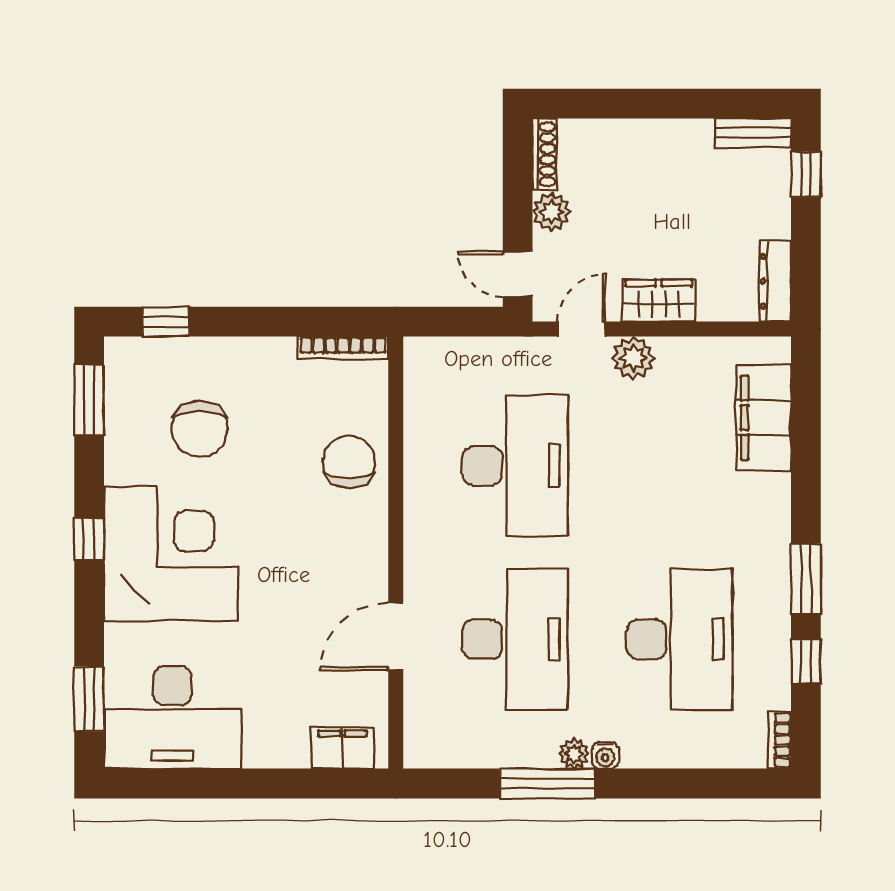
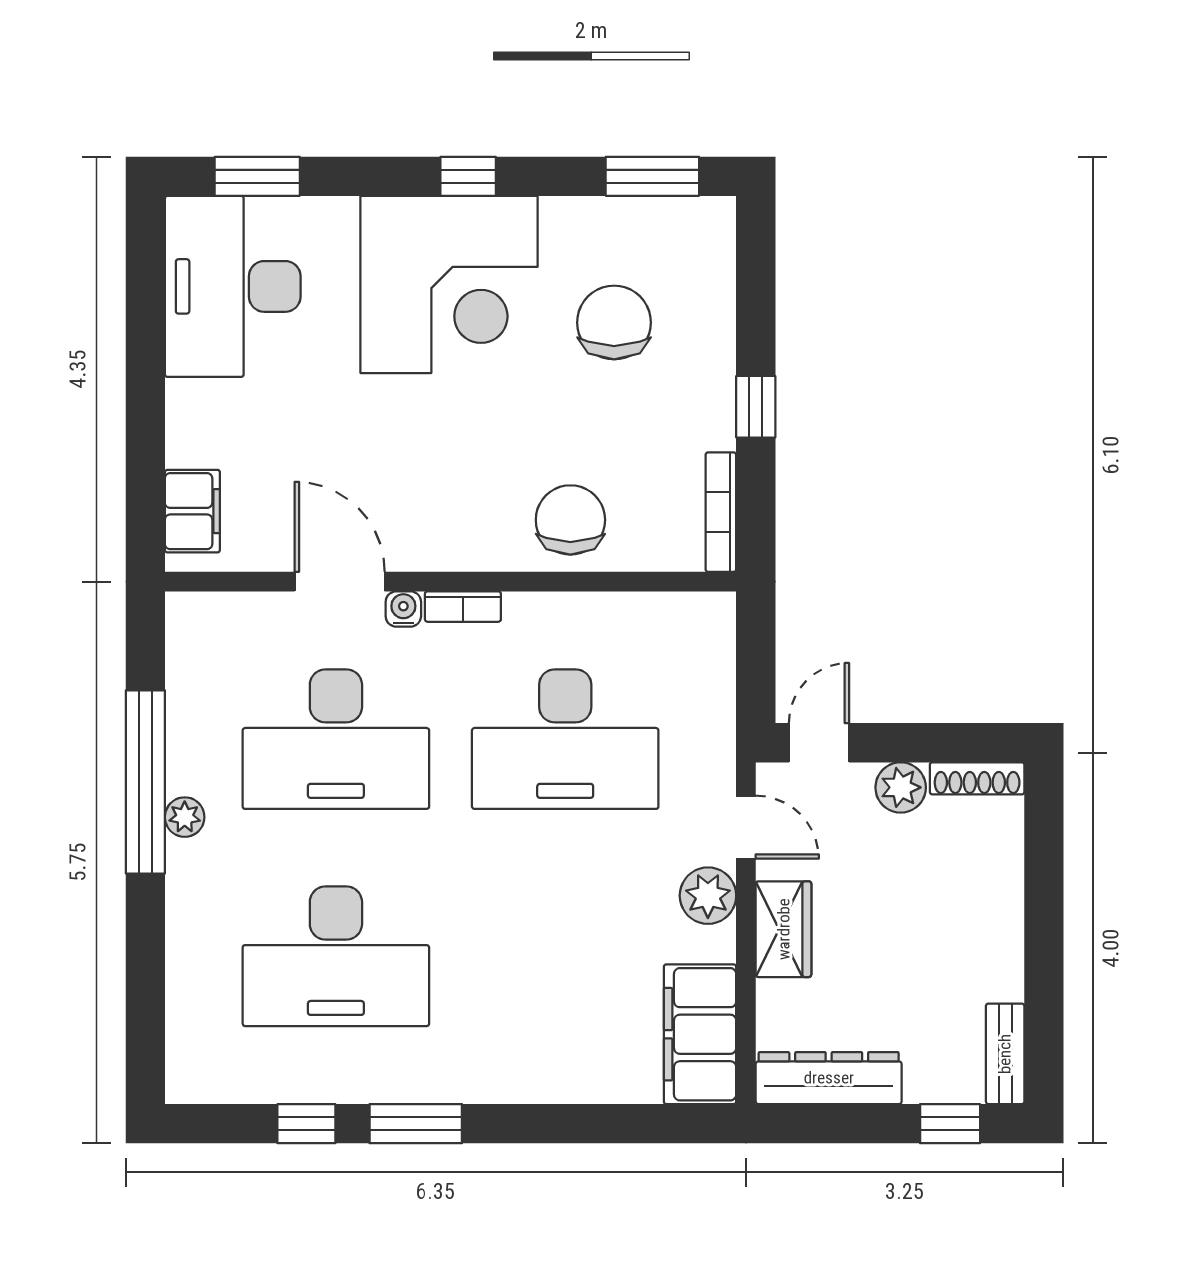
dresser: (775, 281) -> (829, 1078), width x1.37, depth x1.24
window: (166, 322) -> (756, 407), moved
filing cabinet: (764, 418) -> (700, 1034), moved, turned -90
chair: (200, 429) -> (614, 323), turned 90
chair: (349, 462) -> (570, 520), turned -90
bookcase: (780, 740) -> (463, 607), moved, turned 180
water cooler: (605, 755) -> (403, 609), moved, turned 90
window: (547, 784) -> (145, 782), width x1.46

